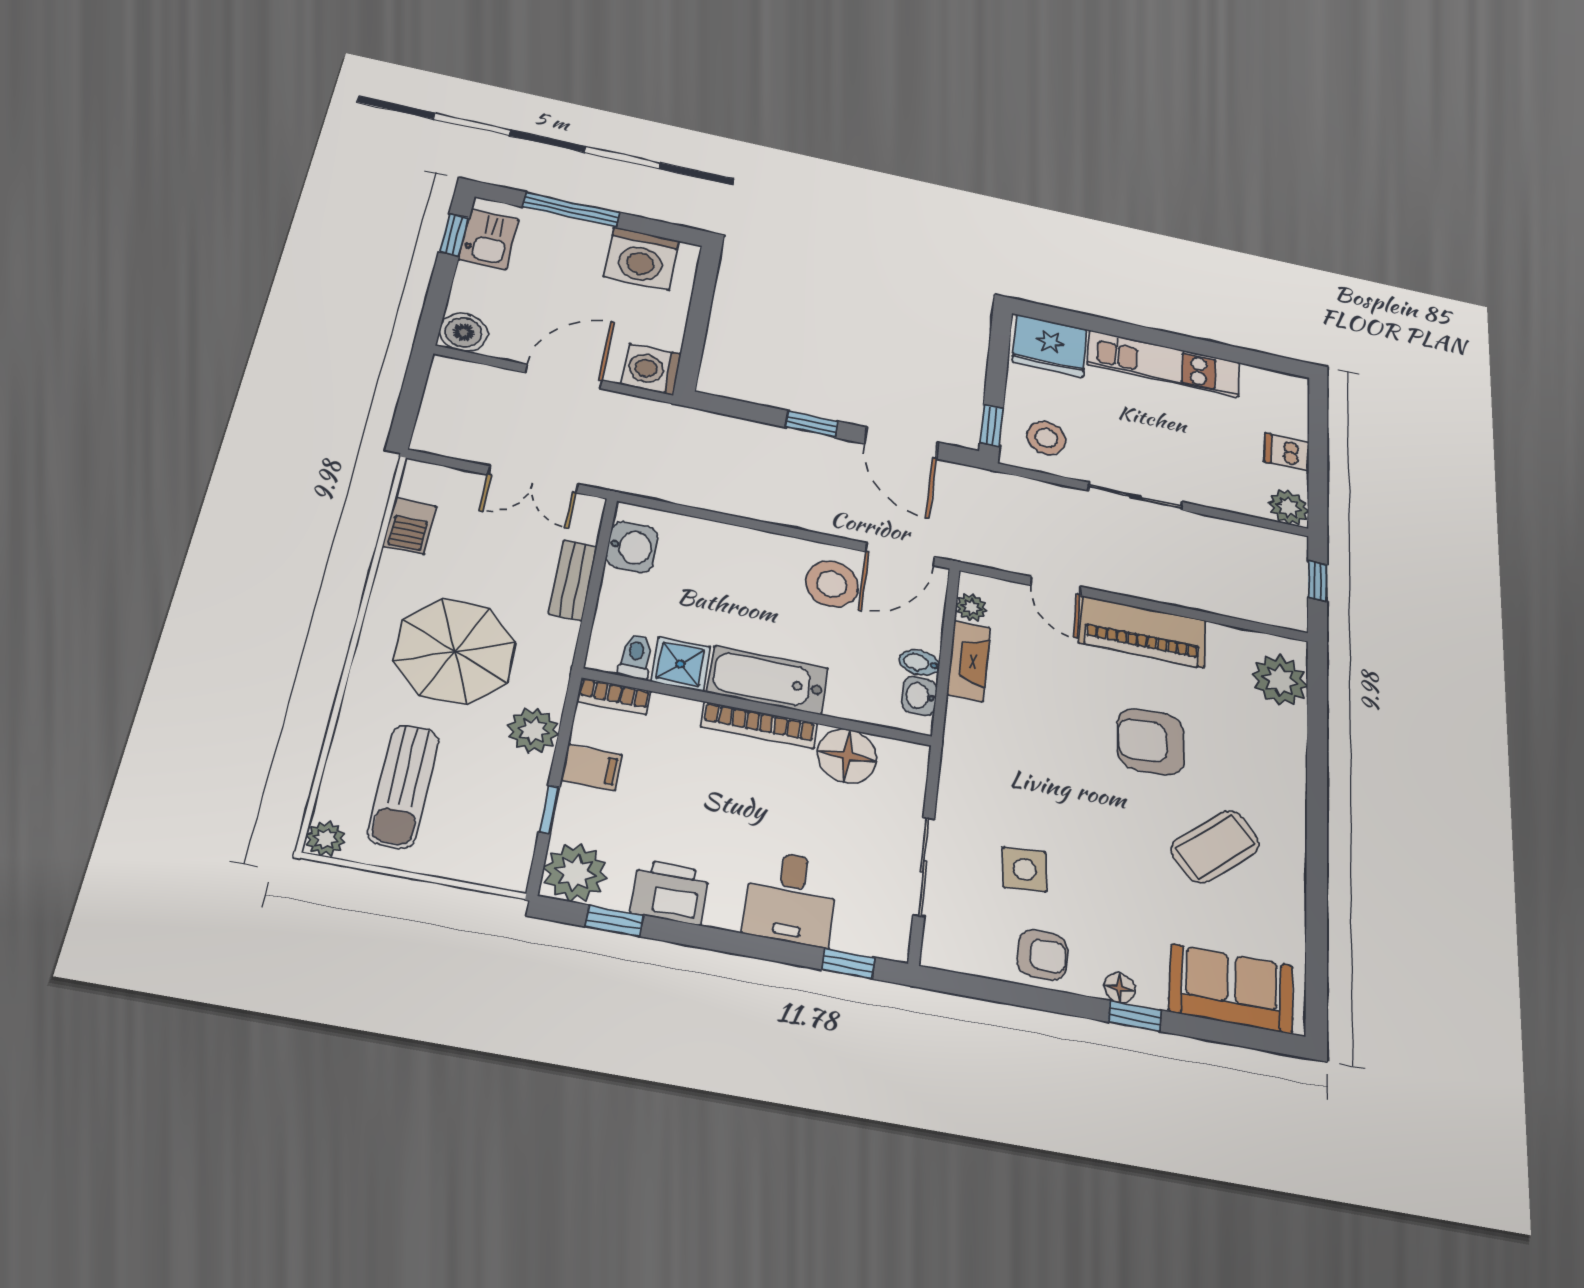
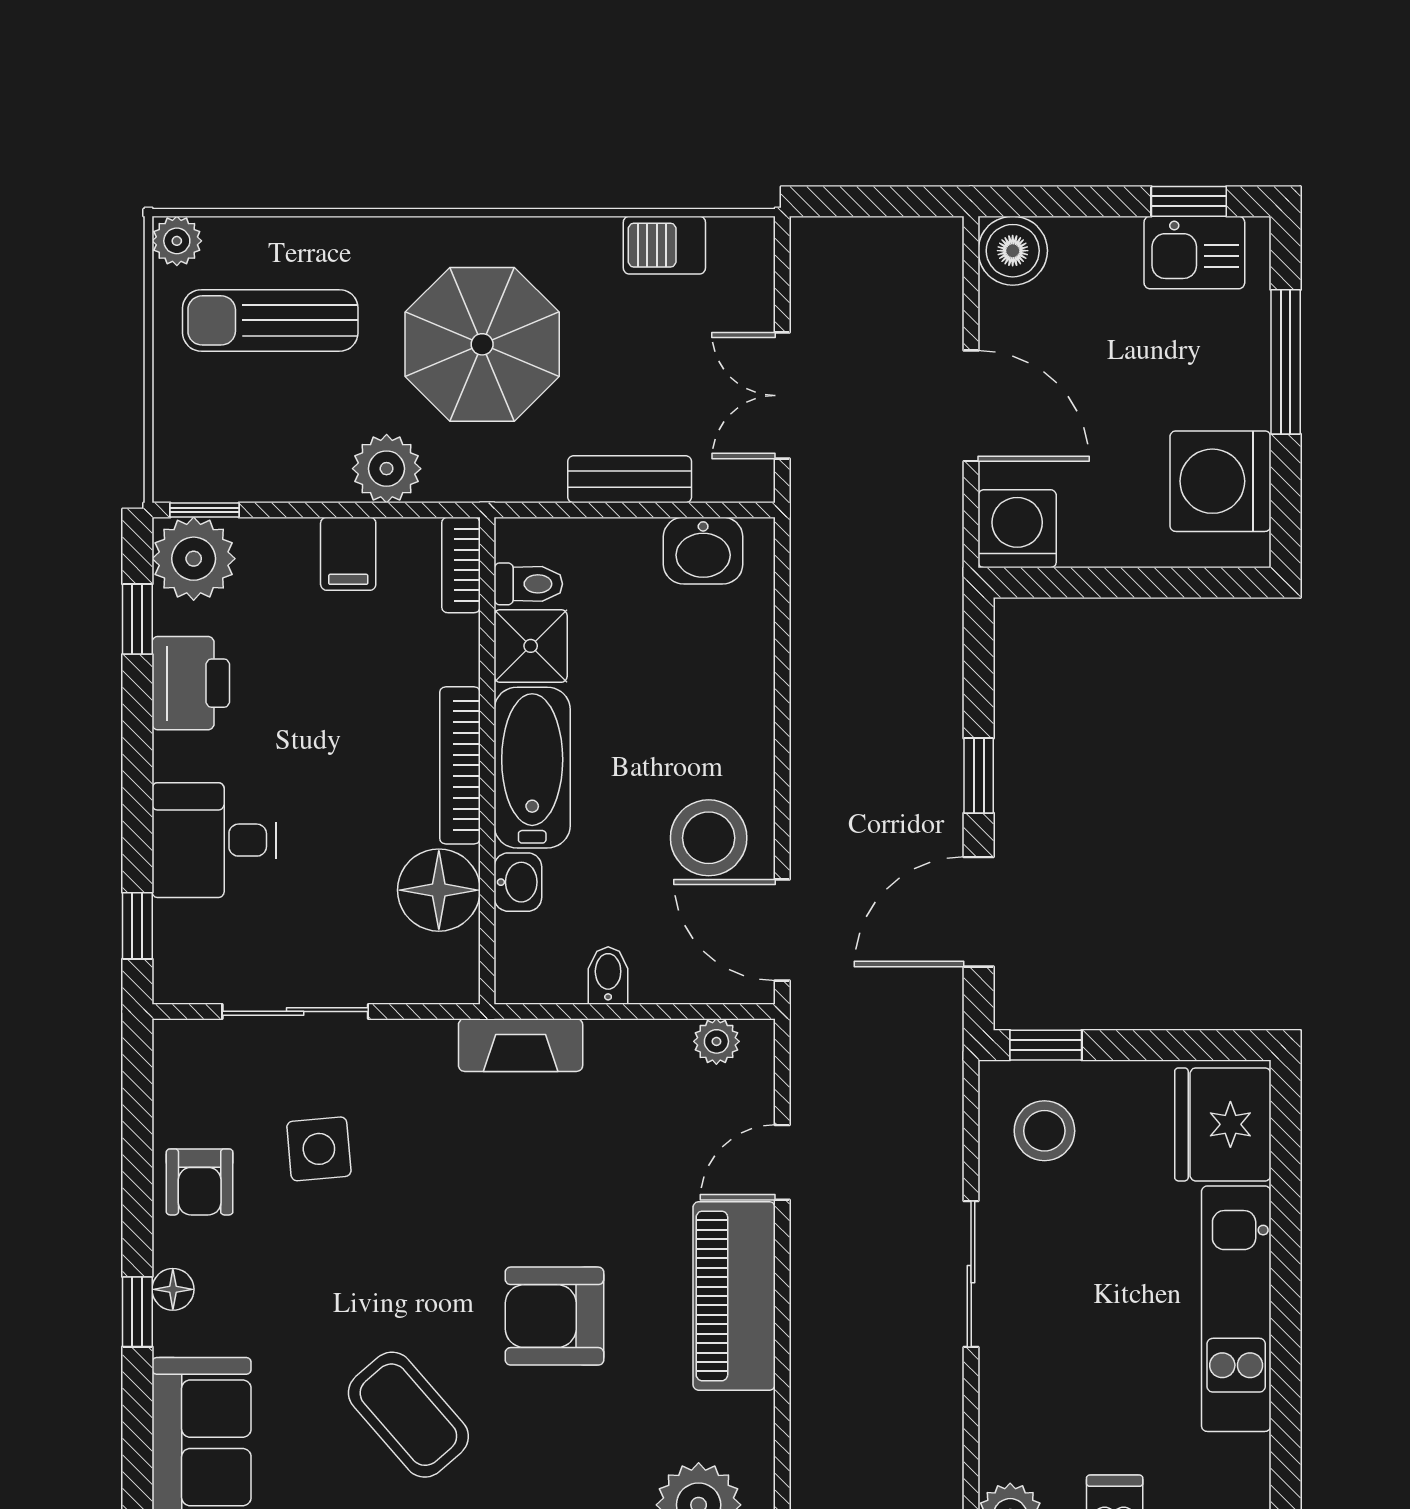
fireplace: (969, 661) -> (521, 1045), moved
washbasin: (919, 696) -> (518, 882), moved, turned 90
armchair: (1151, 742) -> (554, 1316), turned -87
window: (549, 809) -> (204, 510), moved

